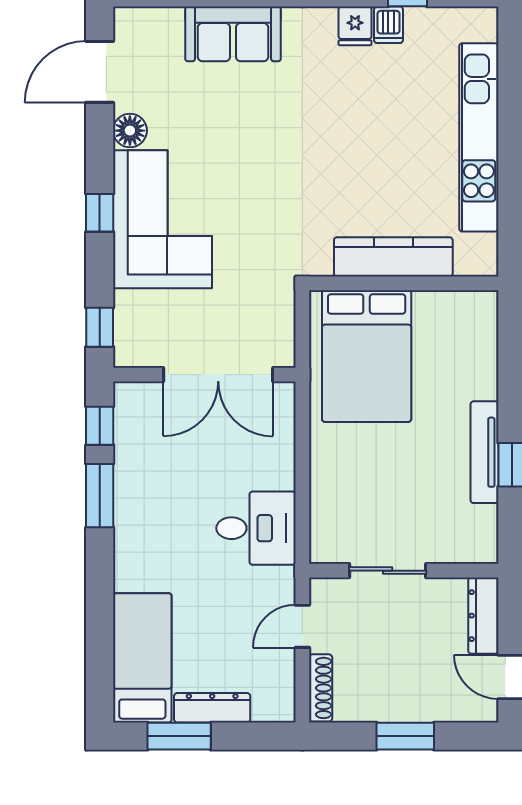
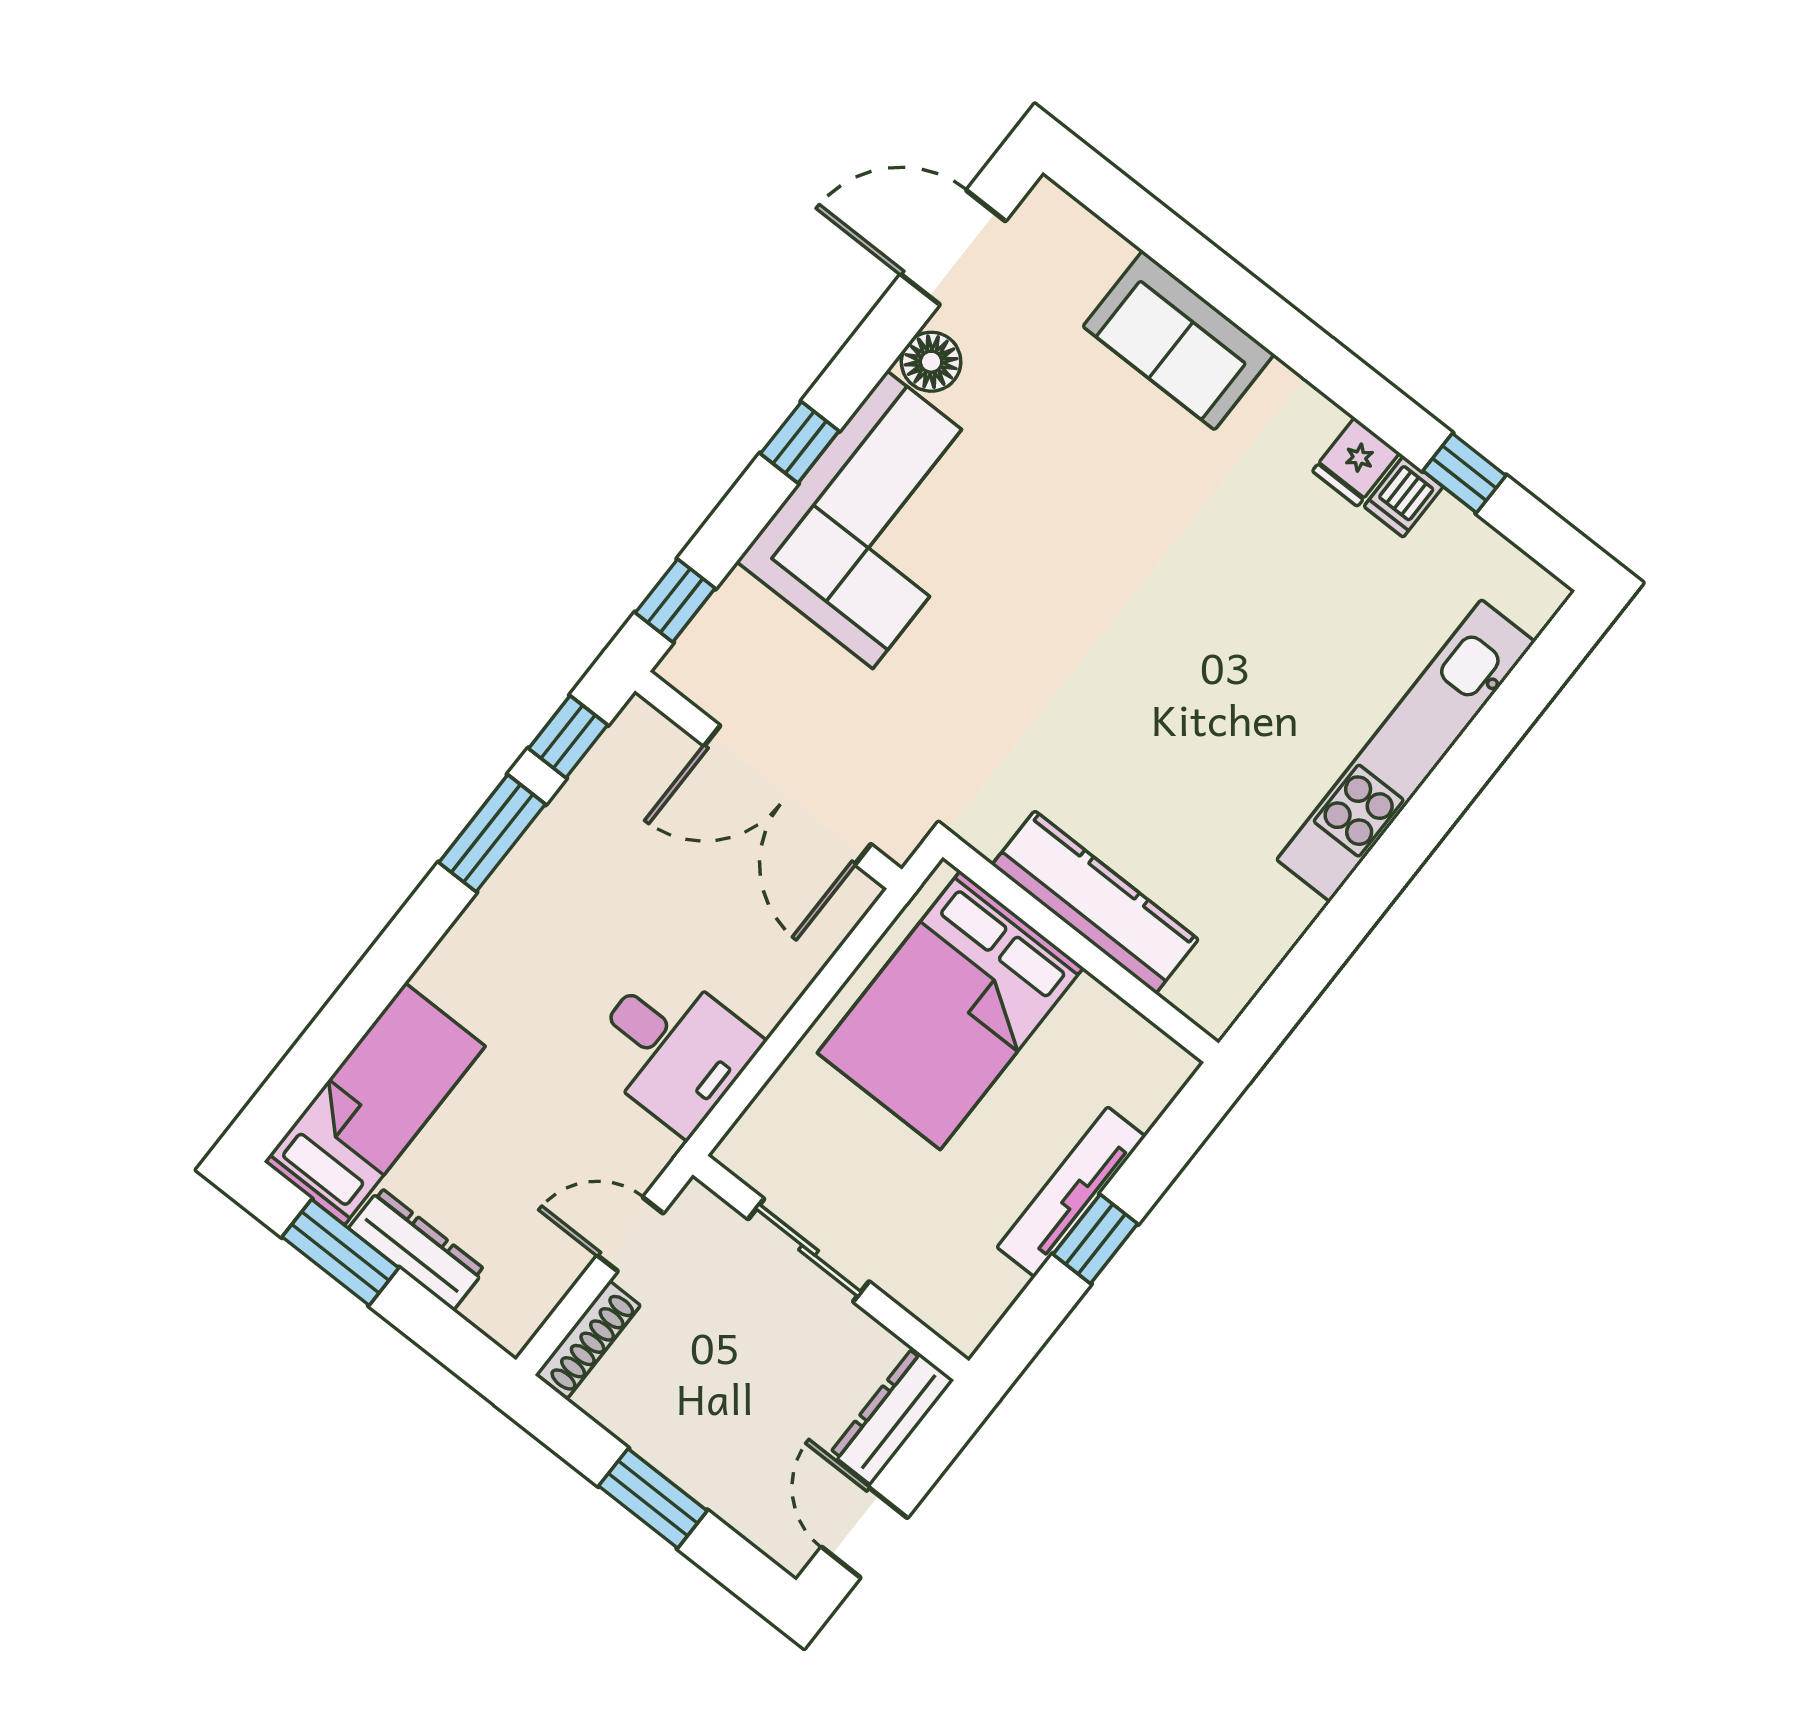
kitchen counter: (393, 257) -> (1095, 902), moved
wall: (404, 283) -> (1081, 950), moved
bed: (367, 356) -> (950, 1010), moved

